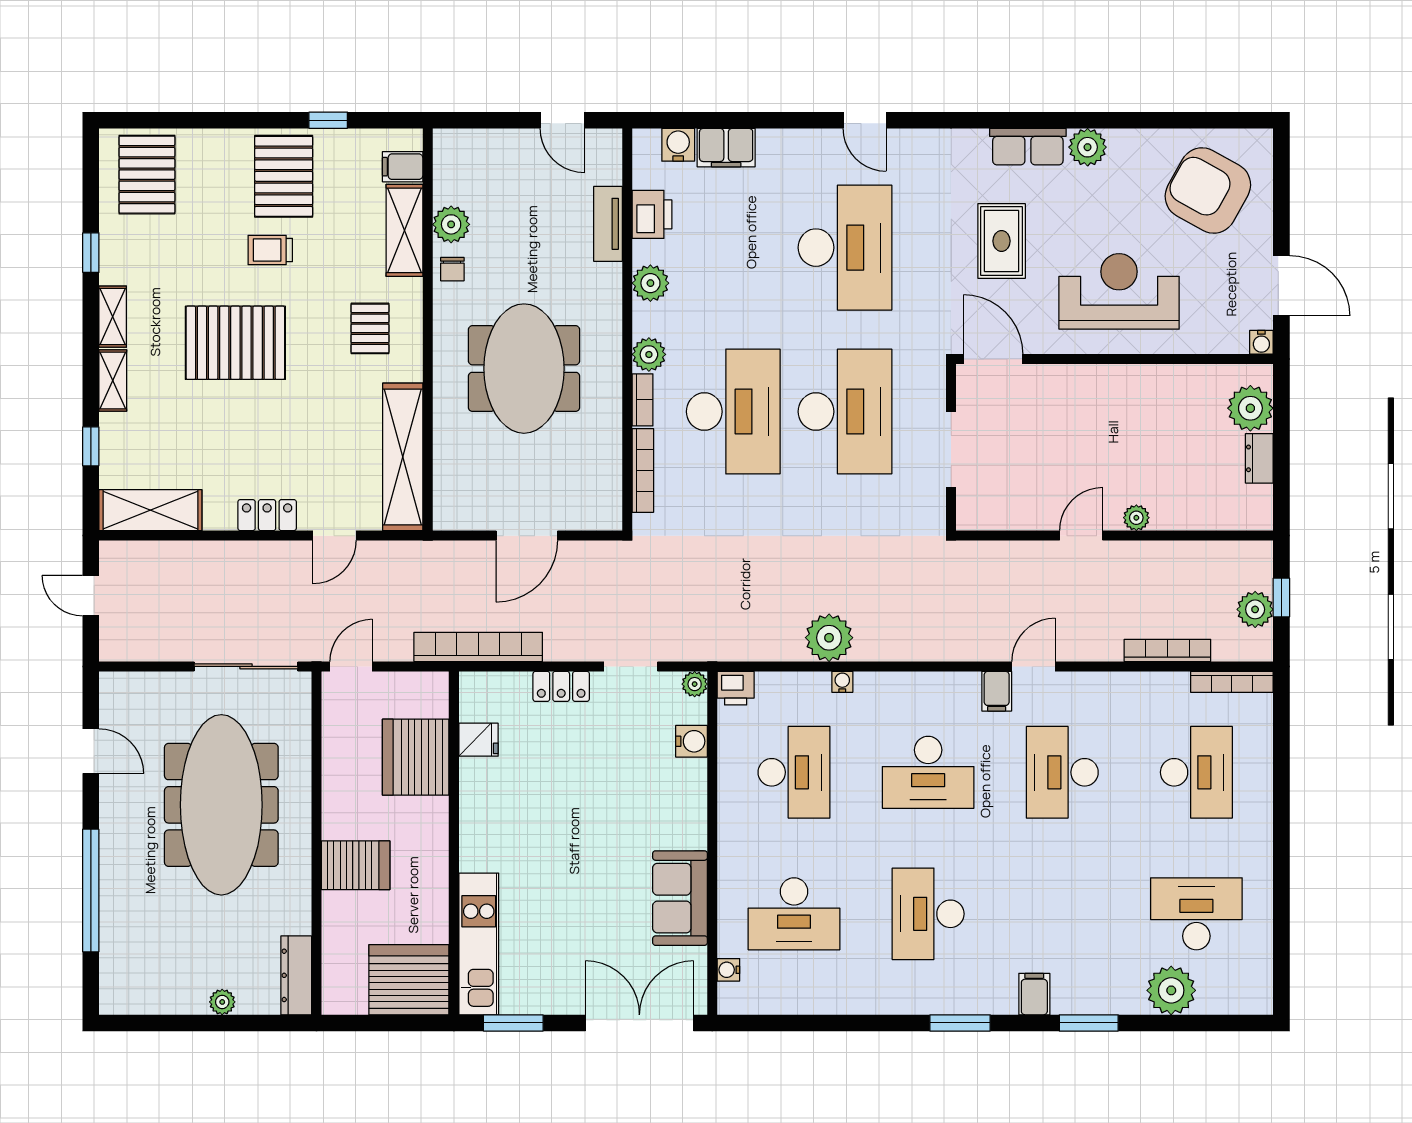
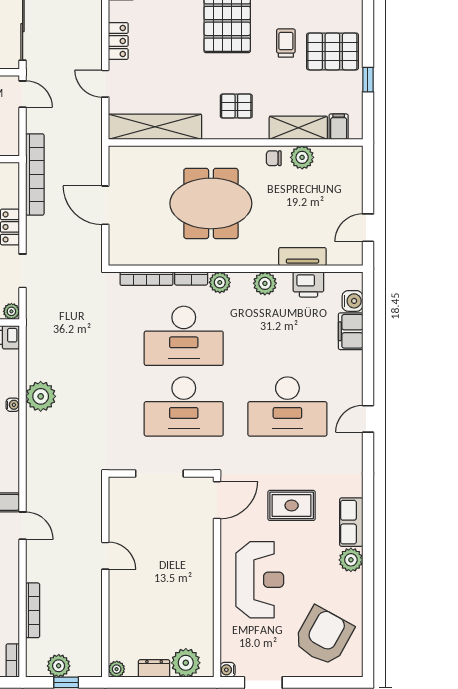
plant: (1136, 518) -> (117, 669), moved
bookcase: (1232, 682) -> (13, 661), width x0.64

